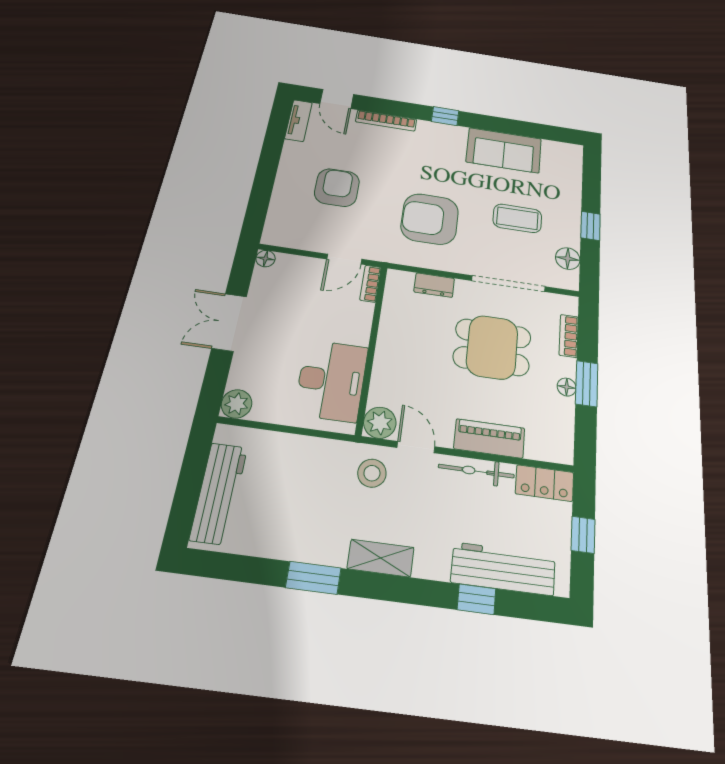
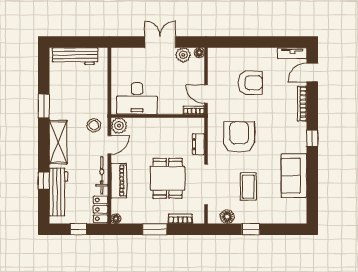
floor lamp: (567, 387) -> (116, 219), moved
plant: (237, 404) -> (183, 55), moved
shelving: (381, 558) -> (58, 142), width x1.50, depth x1.33

